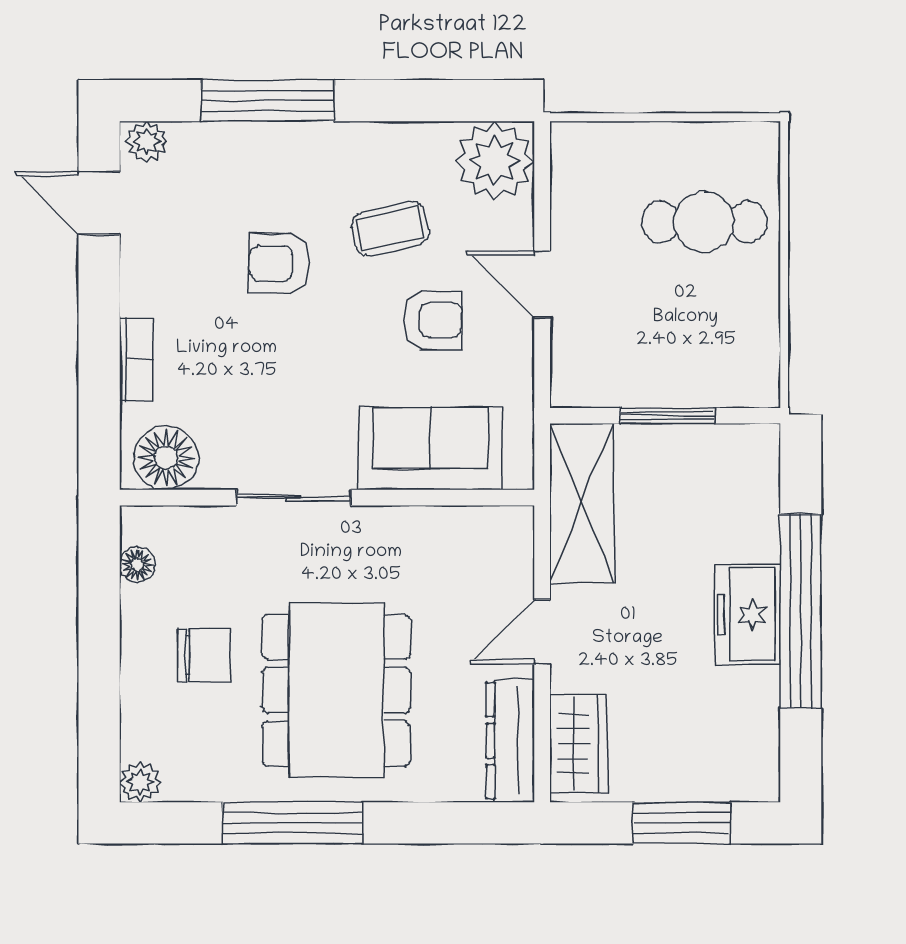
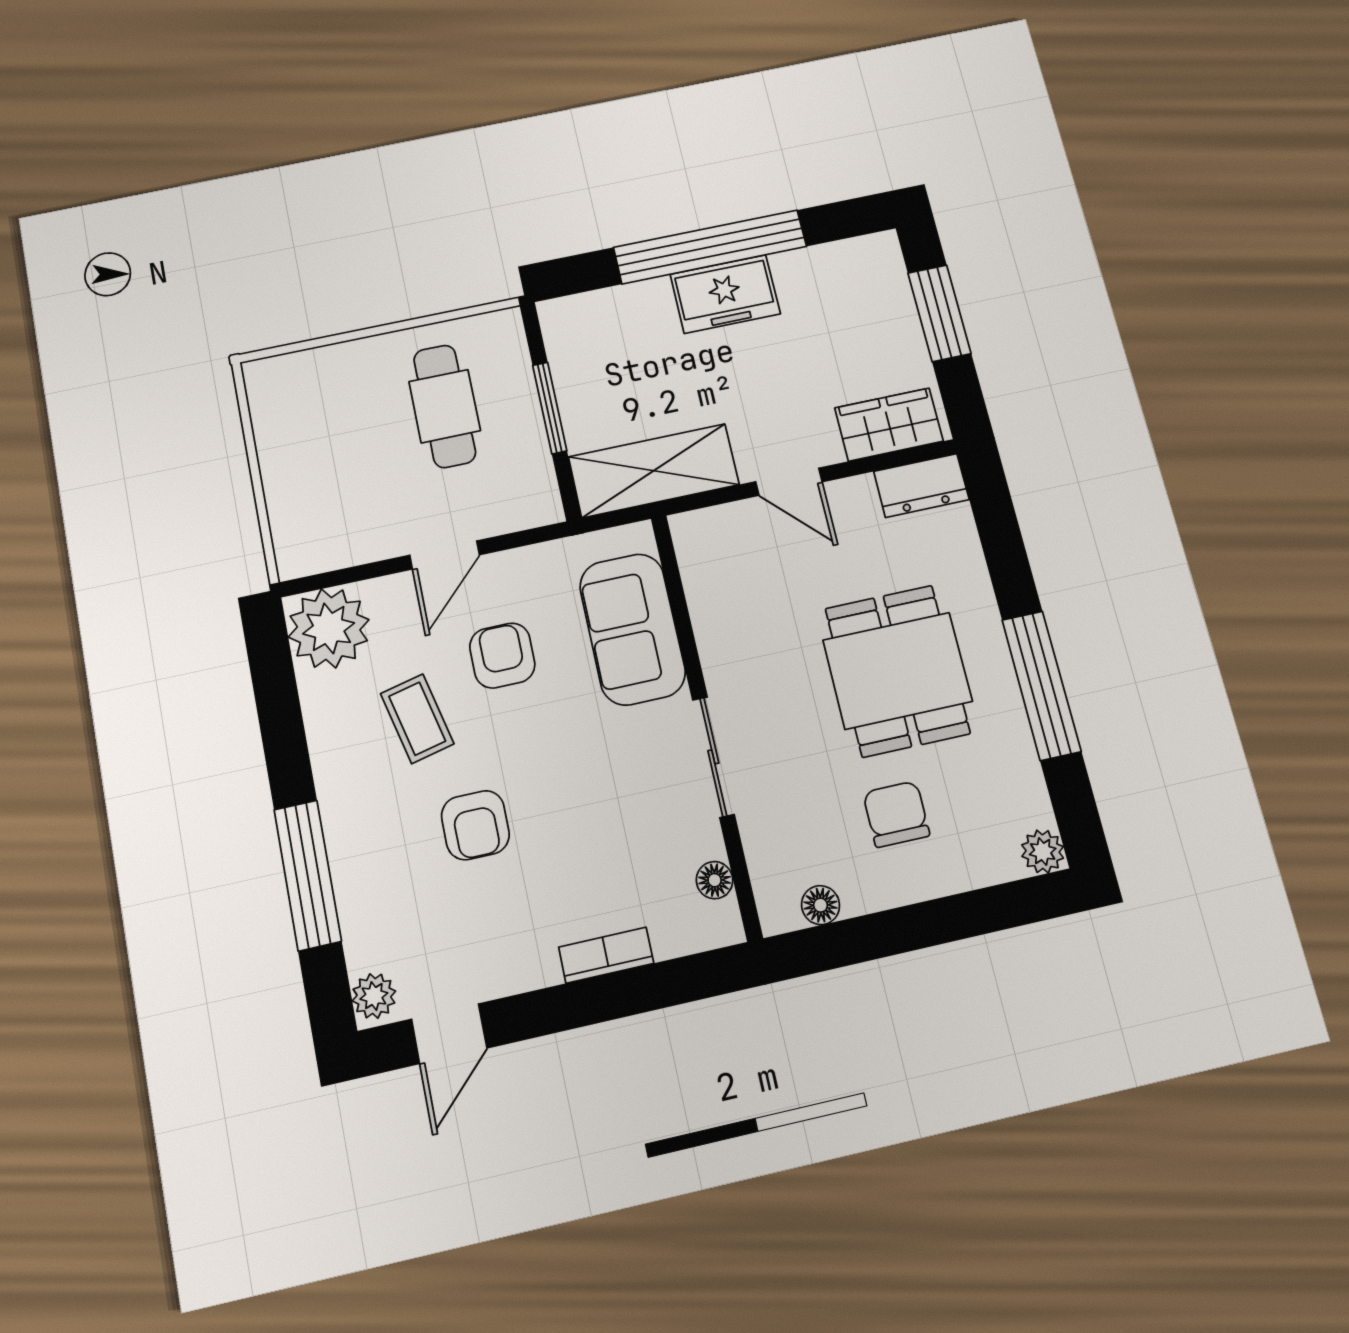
cafe table: (704, 222) -> (445, 406), moved
floor lamp: (166, 458) -> (715, 880), width x0.53, depth x0.53
dining table: (336, 690) -> (897, 671), width x0.73
dresser: (510, 741) -> (921, 486), width x0.70

